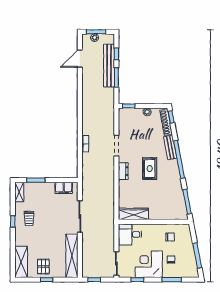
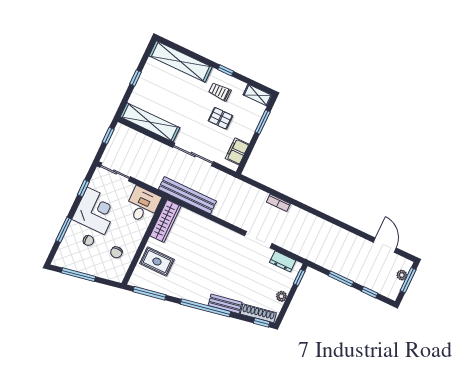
bench: (109, 66) -> (187, 195), moved
rug: (150, 169) -> (157, 262), moved
dresser: (123, 171) -> (283, 261), moved
shelving: (21, 262) -> (181, 61), width x1.47
pallet: (43, 266) -> (220, 118), moved

